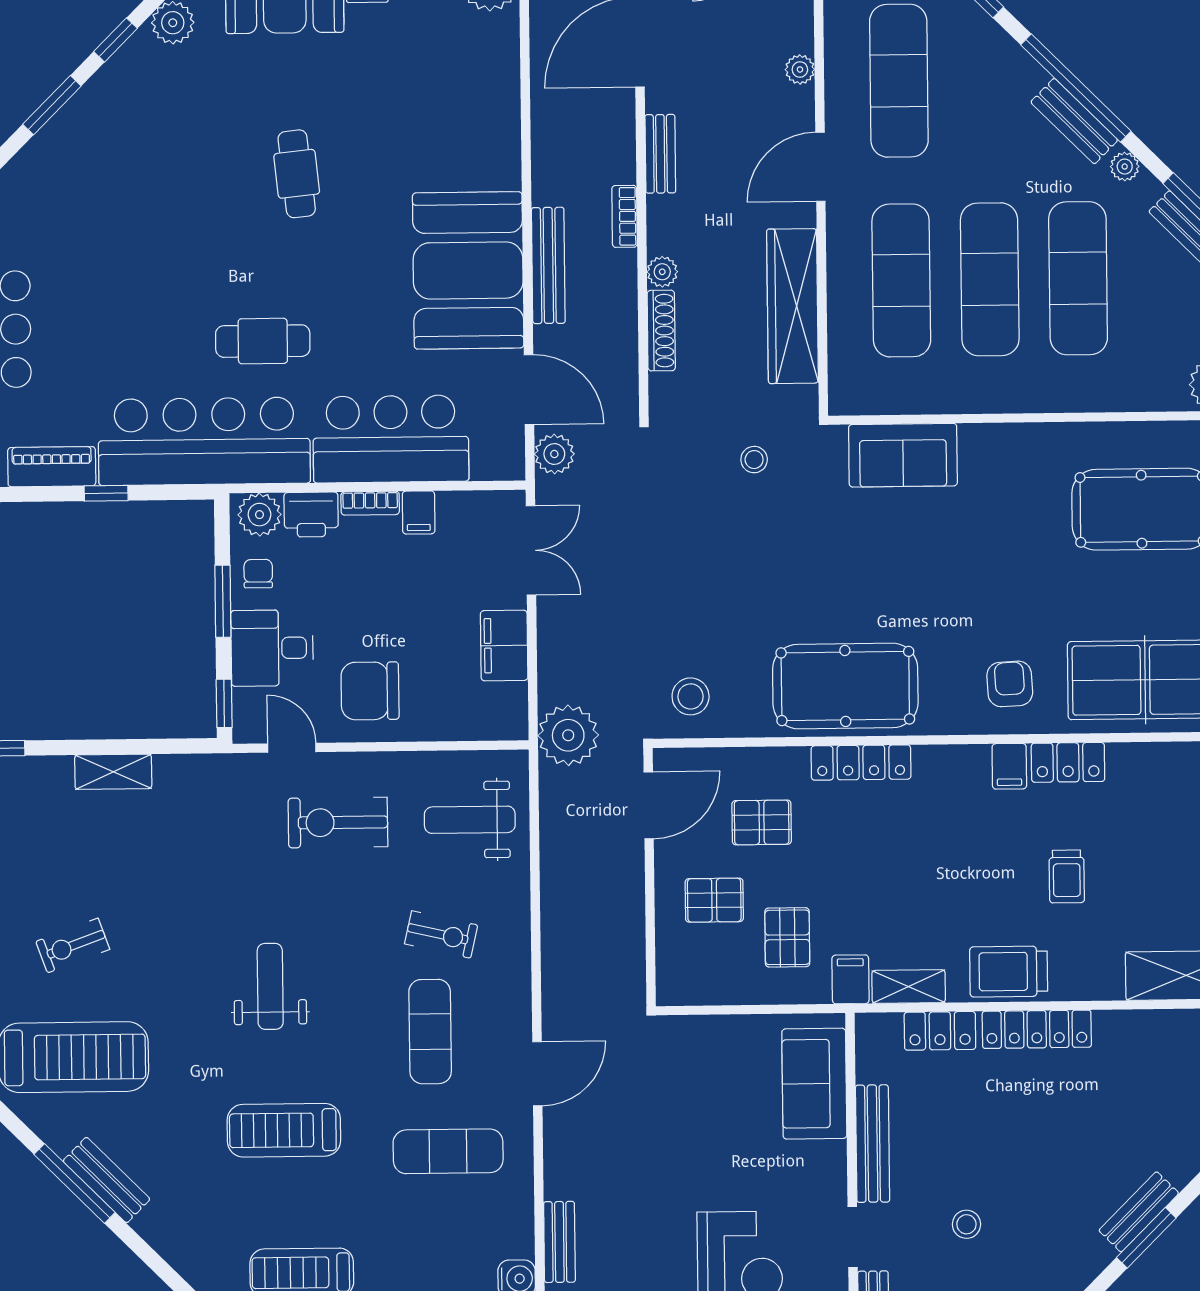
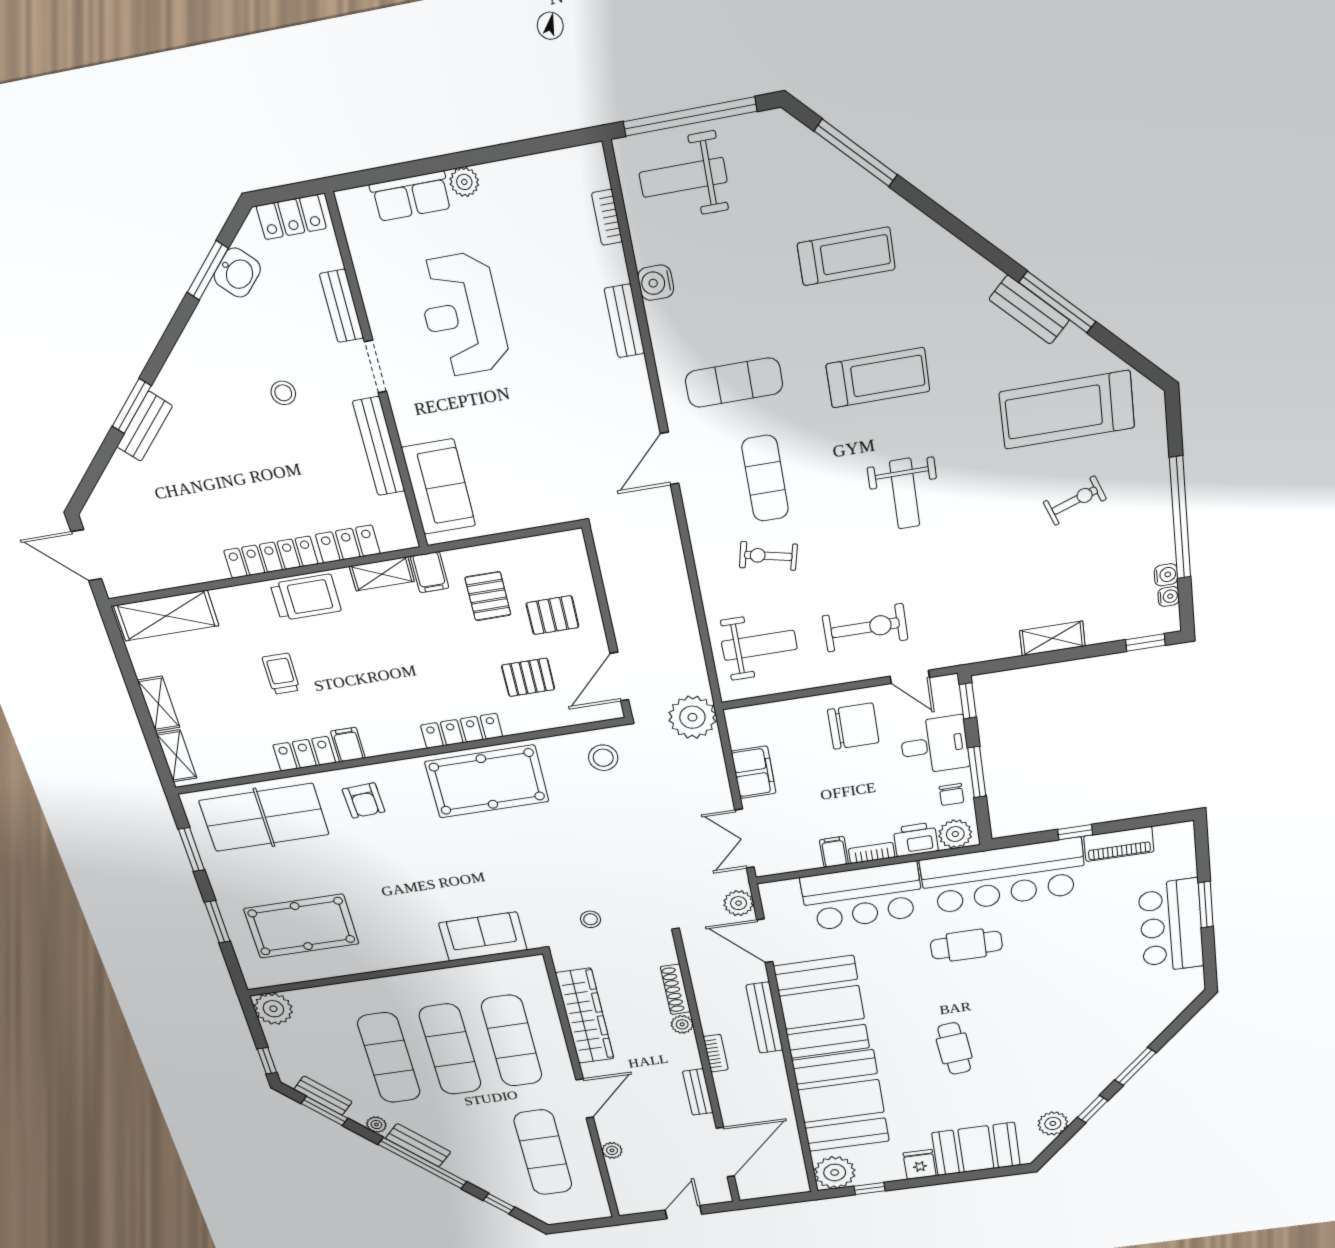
booth: (464, 107) -> (841, 1101), added

